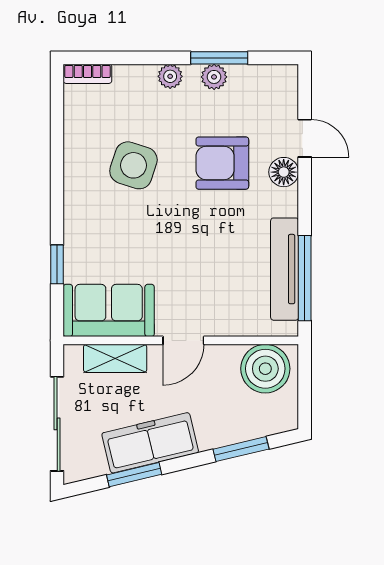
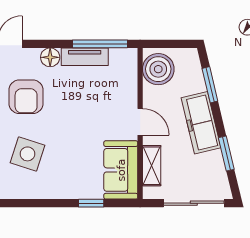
floor lamp: (284, 172) -> (50, 57), moved
tv unit: (285, 269) -> (85, 57), width x0.71
freezer: (150, 443) -> (201, 123), moved

